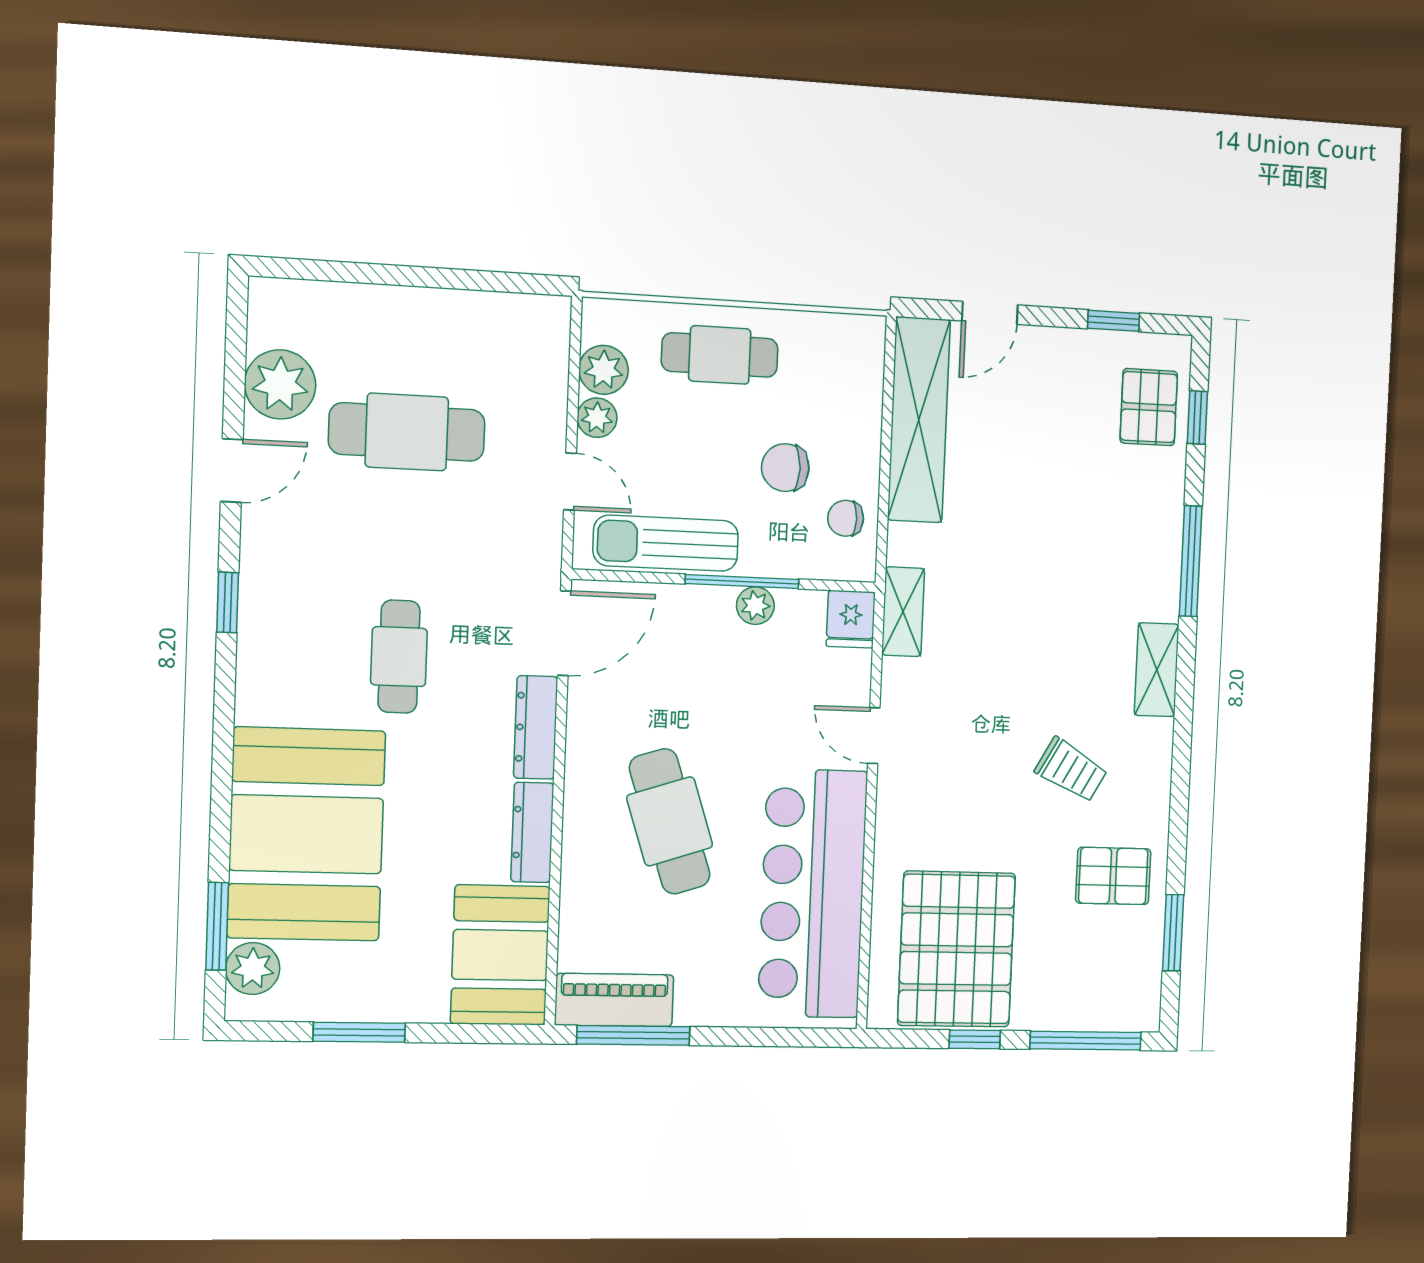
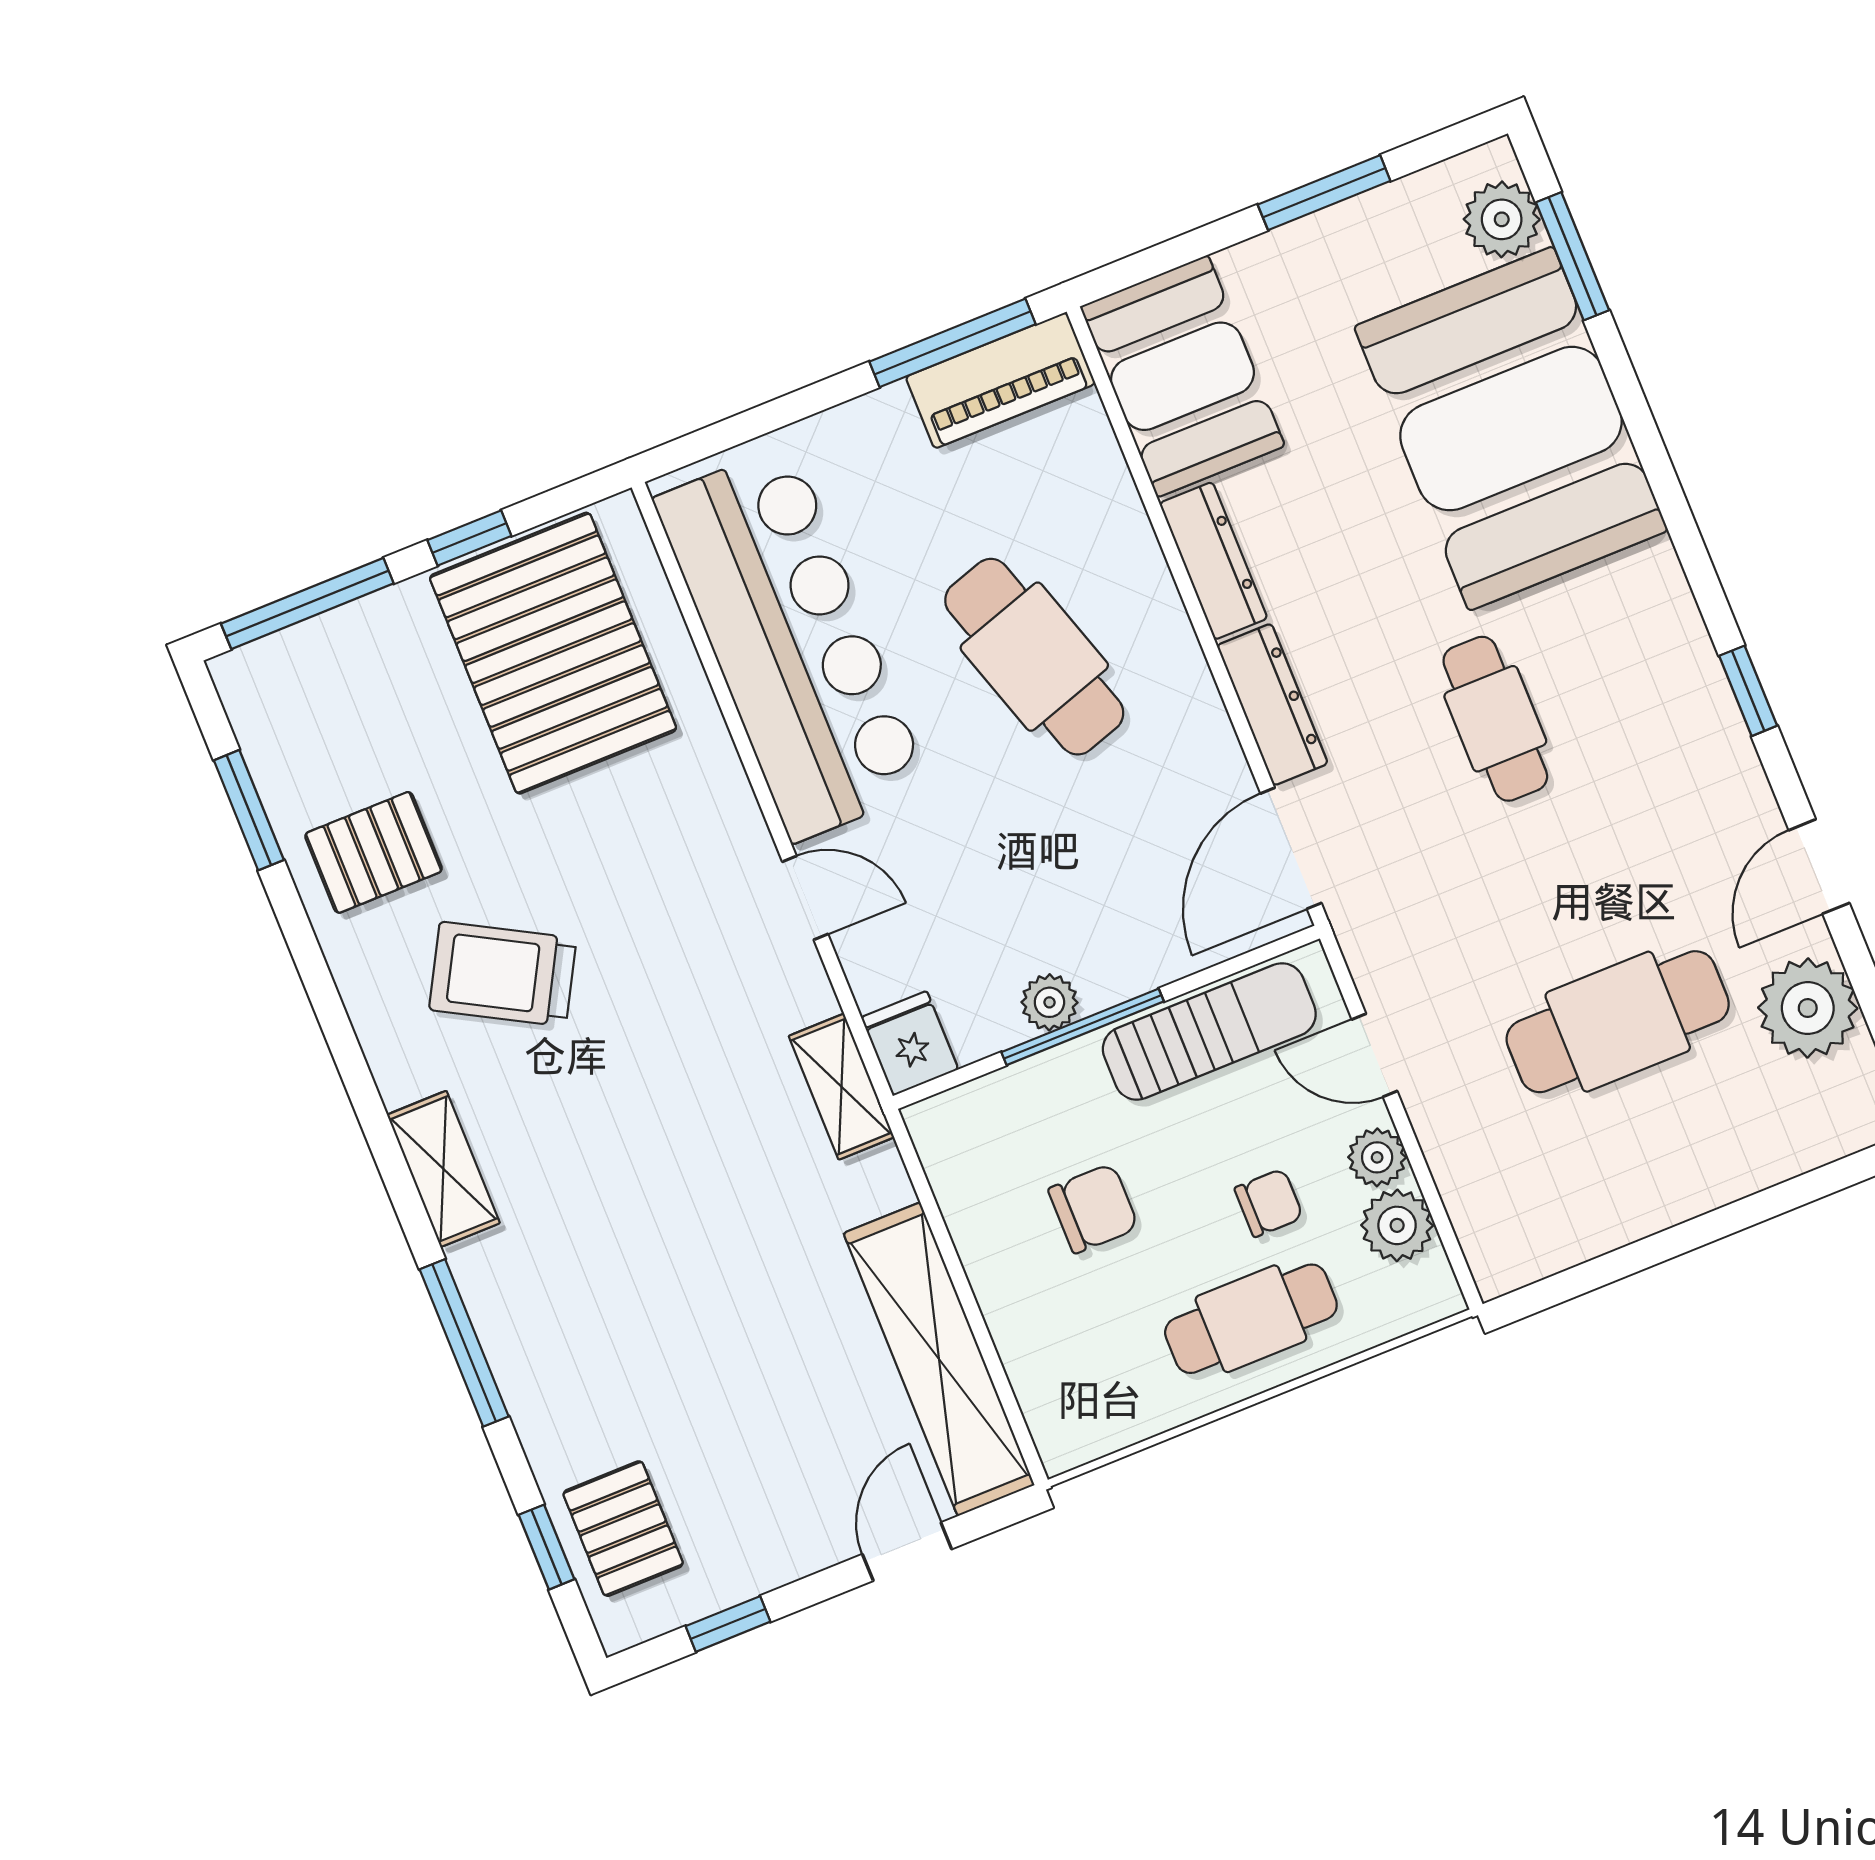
chair: (846, 518) -> (1269, 1203), moved
trolley: (1071, 770) -> (503, 974), width x1.36, depth x1.39

